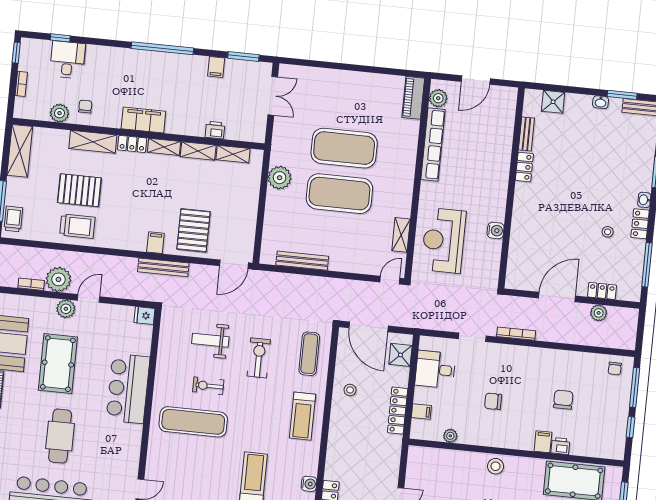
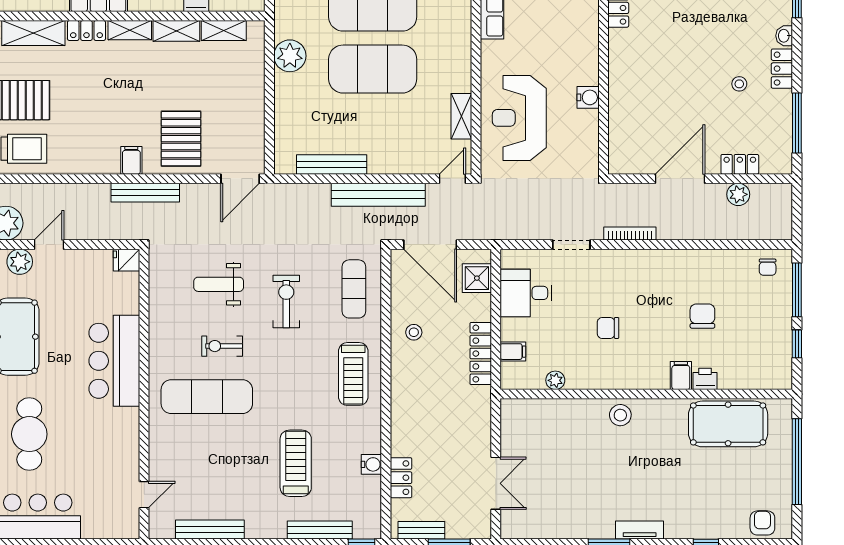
bench: (334, 286) -> (378, 195), added

